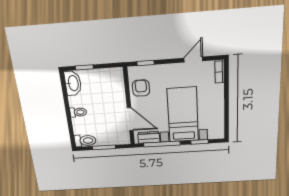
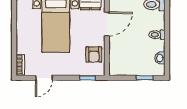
washbasin: (73, 83) -> (160, 58), width x0.52, depth x0.69
door: (130, 119) -> (107, 24), swing flipped

